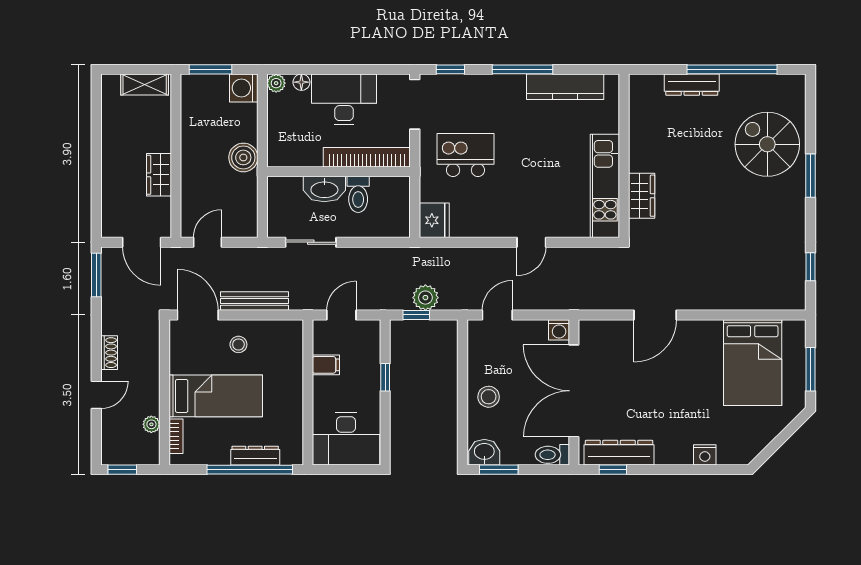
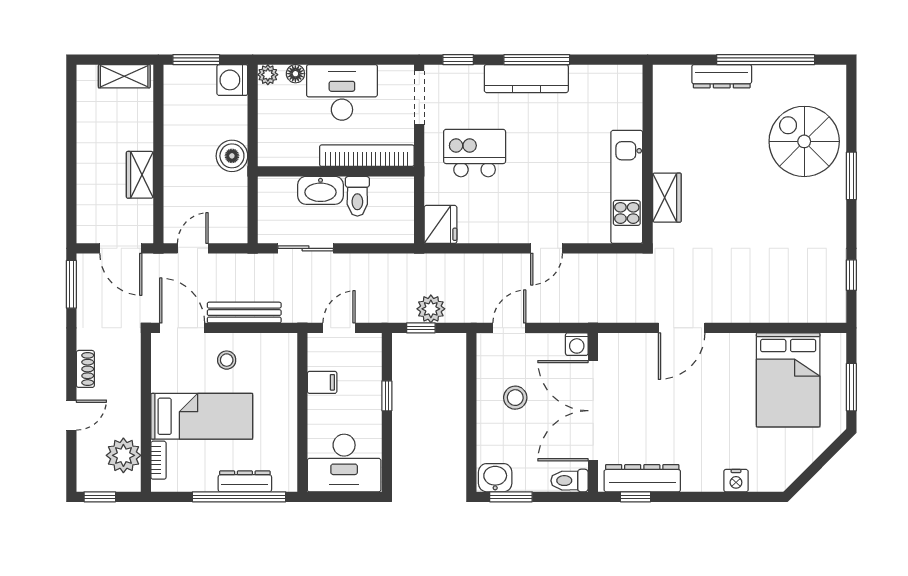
kitchen counter: (565, 87) -> (526, 79), moved
stool: (489, 397) -> (515, 398), moved
plant: (151, 424) -> (123, 455), width x1.88, depth x1.88

